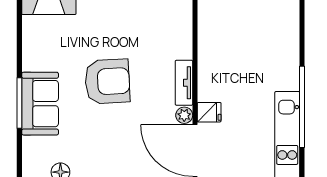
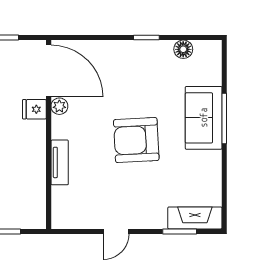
tv unit: (184, 83) -> (60, 162), moved

